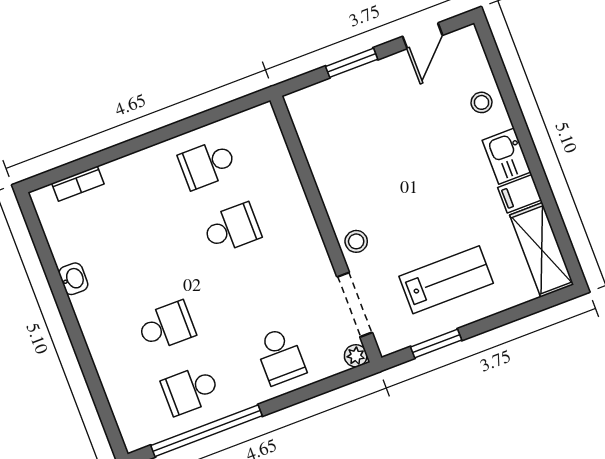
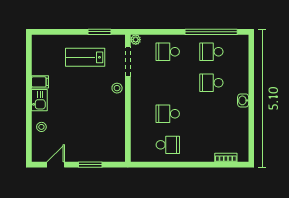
shelving: (542, 250) -> (40, 55), removed
washbasin: (73, 279) -> (243, 100), moved
school desk: (280, 356) -> (168, 52), turned -90
school desk: (190, 390) -> (211, 52), turned 180

